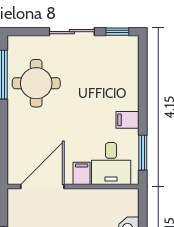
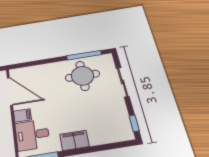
sliding door: (72, 32) -> (123, 82), moved
filing cabinet: (128, 120) -> (74, 140), width x2.00

